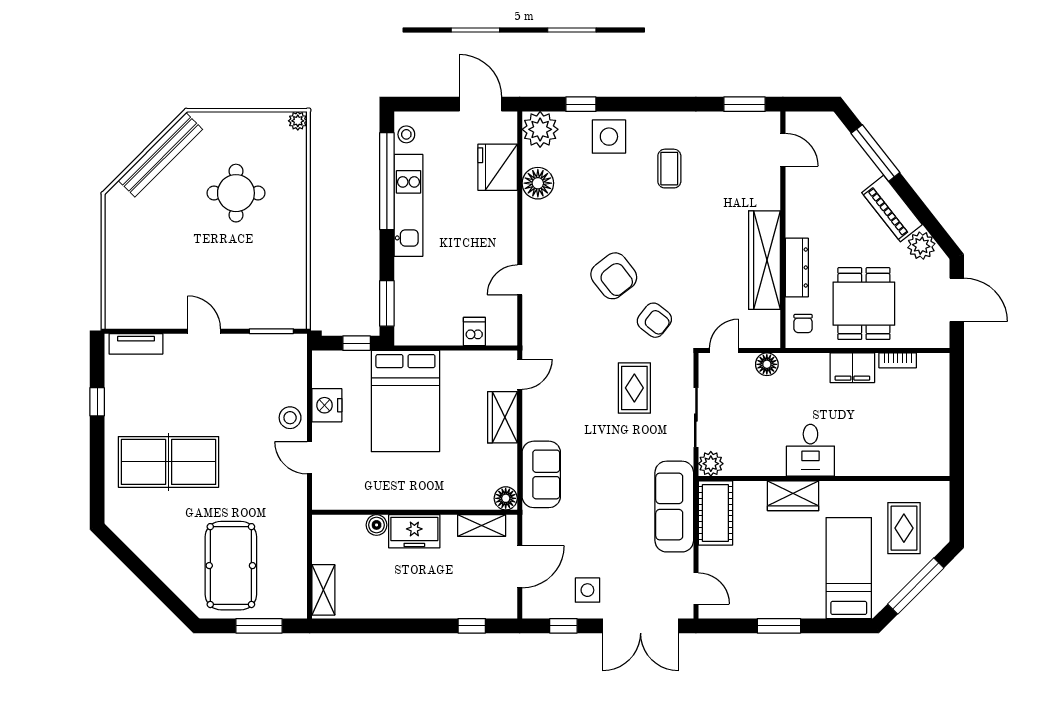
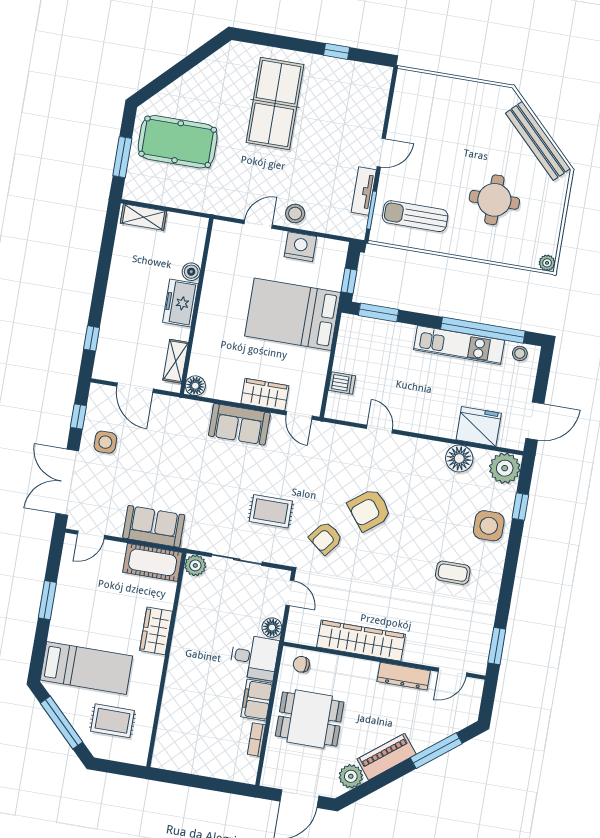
dresser: (797, 268) -> (404, 676), moved
sun lounger: (270, 280) -> (415, 216), added
tv unit: (136, 344) -> (364, 191), moved
desk: (810, 450) -> (254, 657), moved, turned 180
sofa: (541, 474) -> (239, 424), moved
sofa: (674, 507) -> (154, 526), width x0.73

